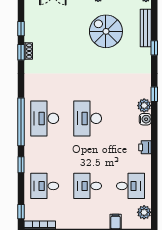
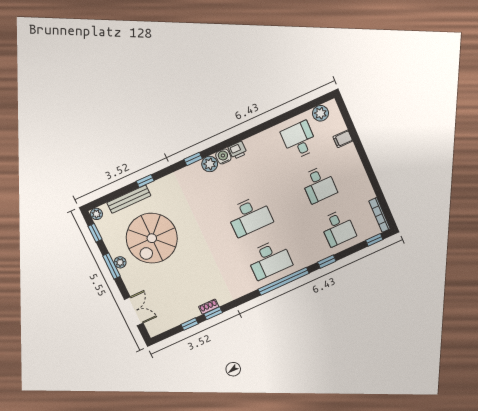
spiral stairs: (106, 31) -> (152, 238), width x1.37, depth x1.37
printer: (145, 147) -> (237, 150), moved

